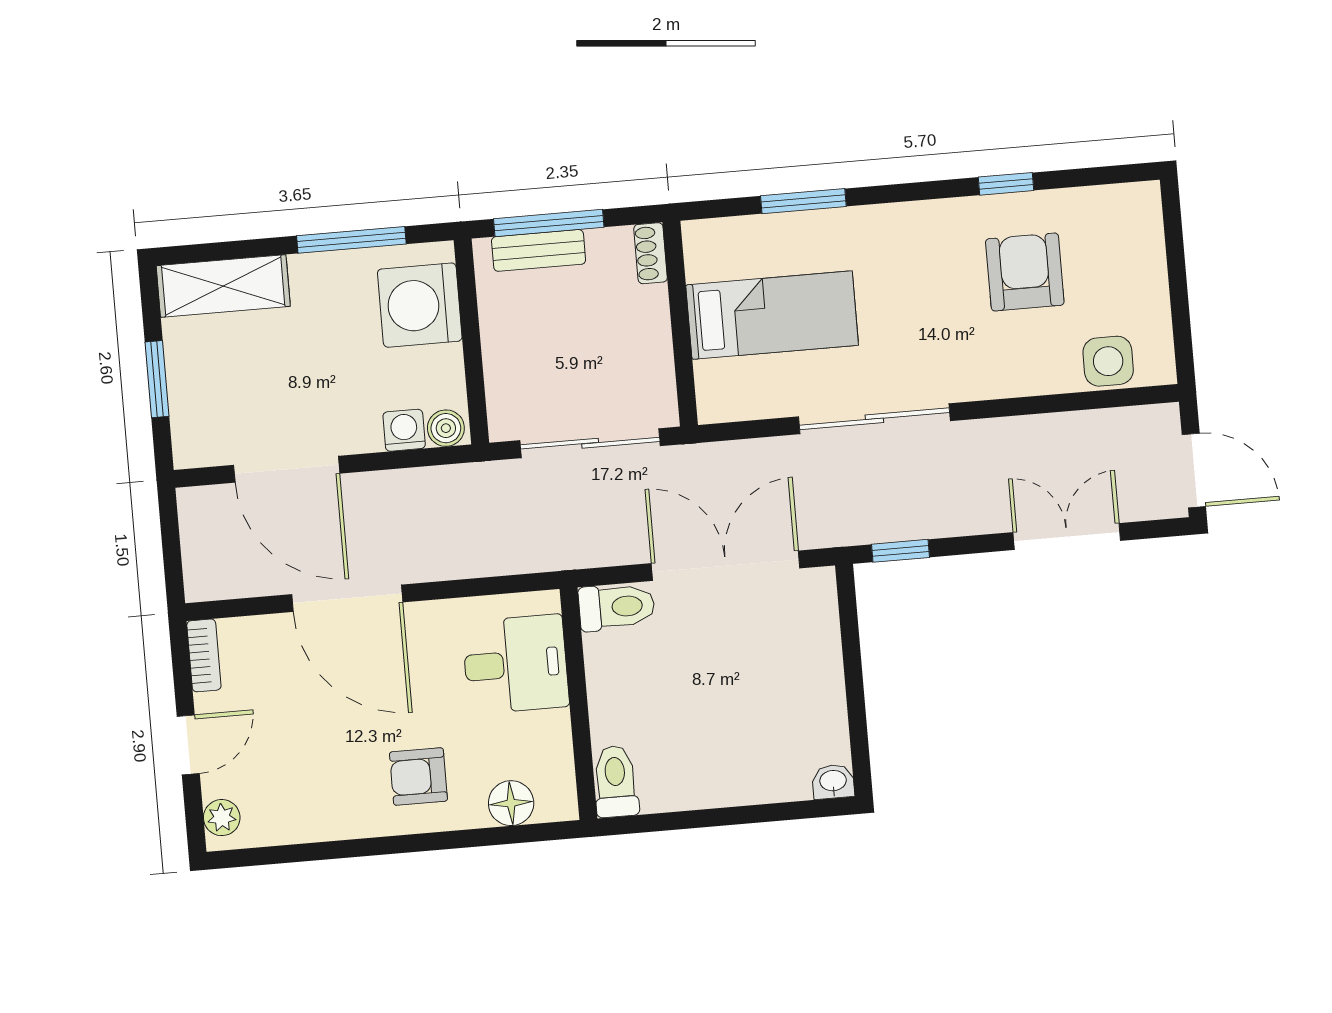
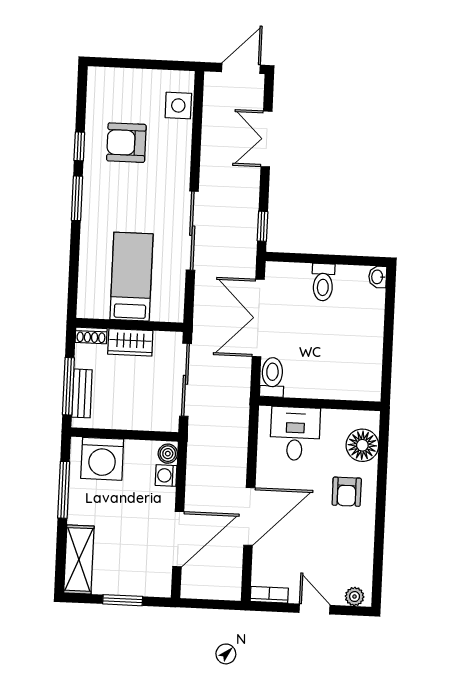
window: (803, 201) -> (77, 198), moved
wardrobe: (647, 329) -> (130, 342), added
toilet: (616, 781) -> (323, 282), moved, turned -90
floor lamp: (511, 803) -> (362, 445), width x1.38, depth x1.38

